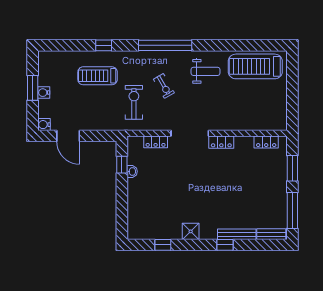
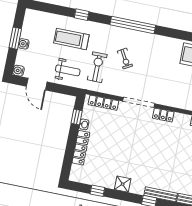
weight bench: (205, 71) -> (68, 70), moved
locker: (156, 142) -> (103, 103), width x1.53
locker: (134, 199) -> (81, 148), added

